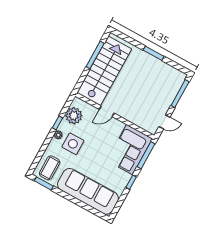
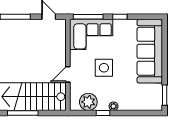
door: (107, 111) -> (68, 74), swing flipped
side table: (73, 144) -> (104, 68), moved
coffee table: (50, 168) -> (148, 98), removed

